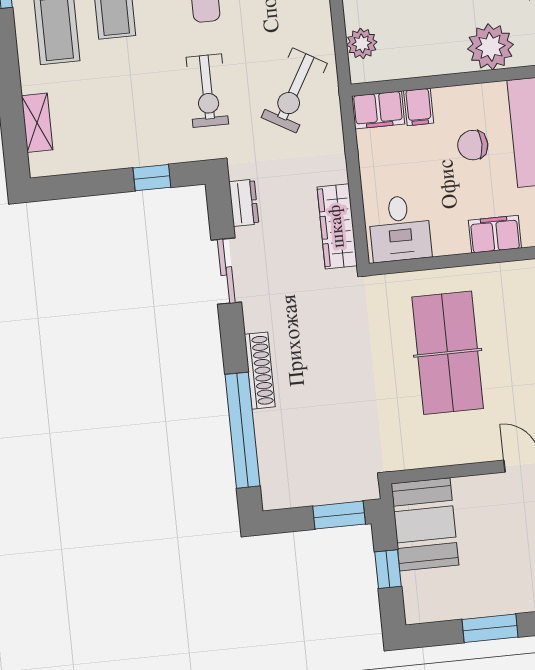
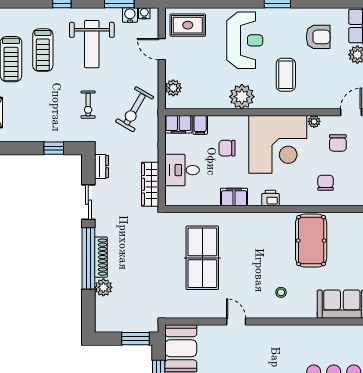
exercise bike: (207, 91) -> (88, 105), width x0.73, depth x0.72
desk: (400, 228) -> (182, 170), moved, turned 90
plant: (270, 426) -> (103, 287), added
window: (242, 430) -> (88, 258), moved

